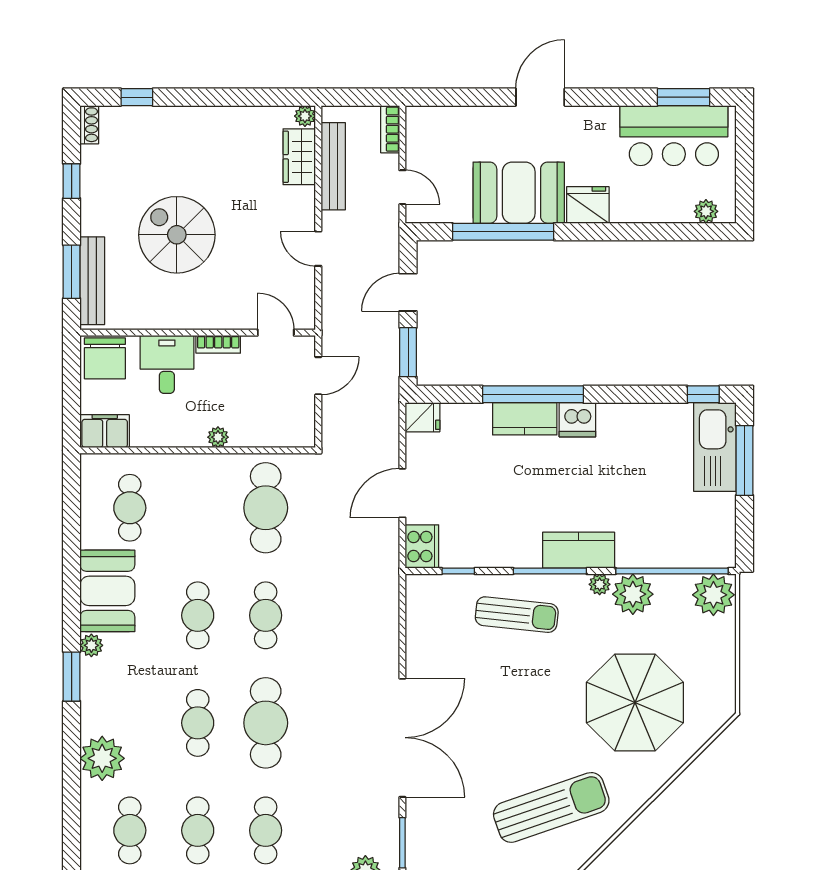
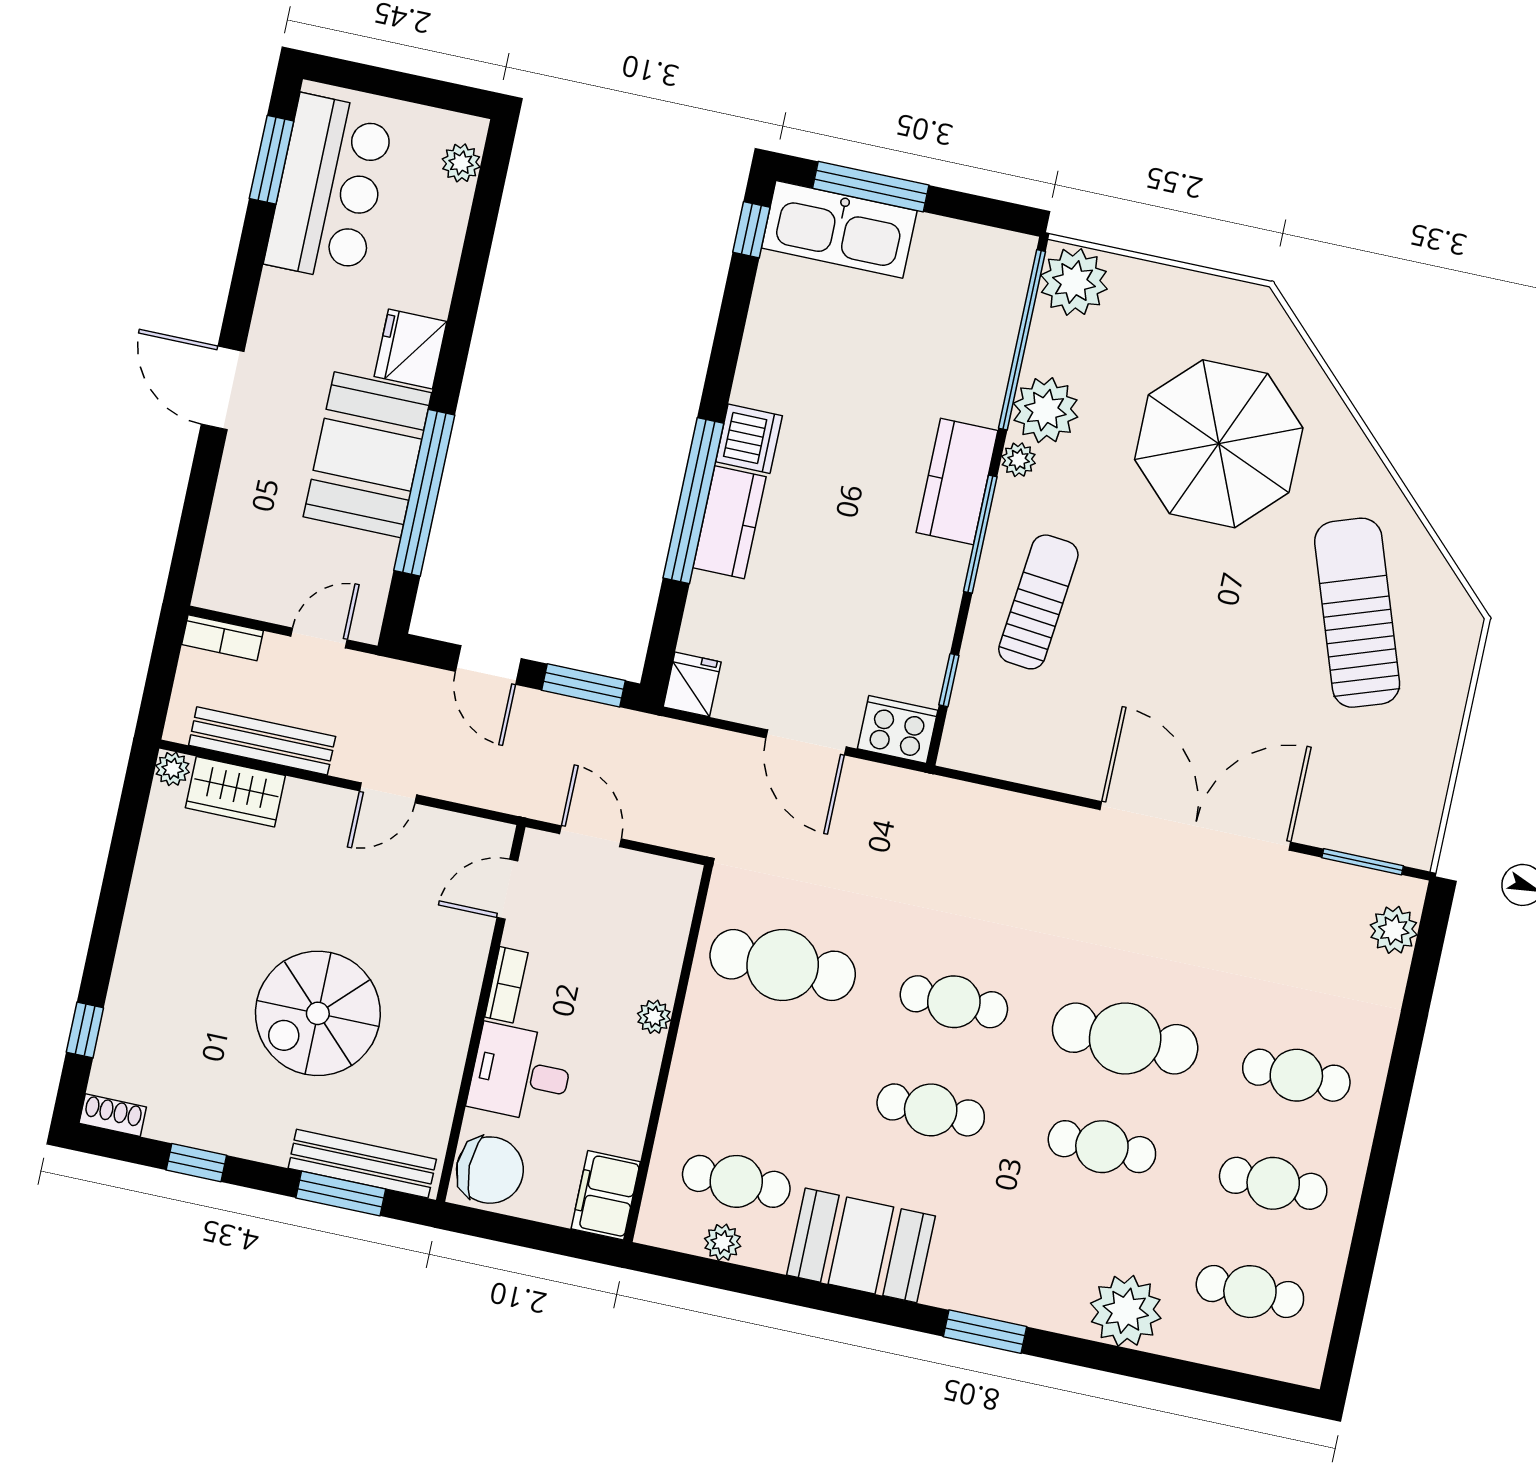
plant: (91, 645) -> (723, 1242), moved

